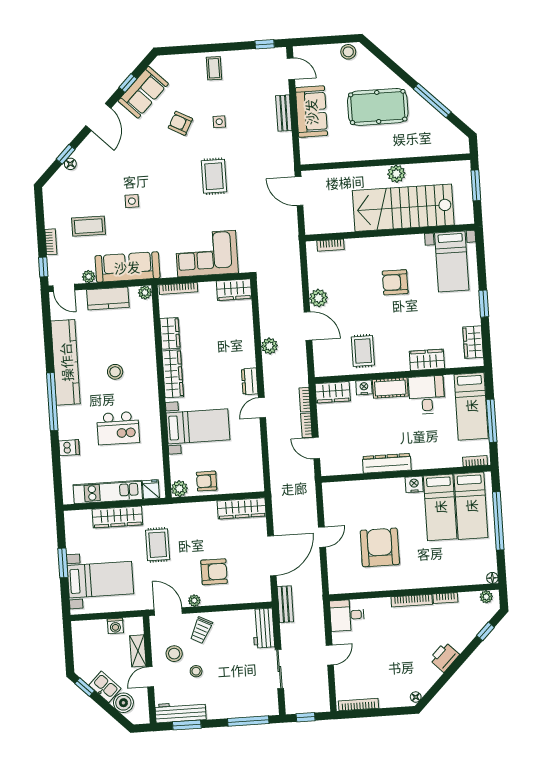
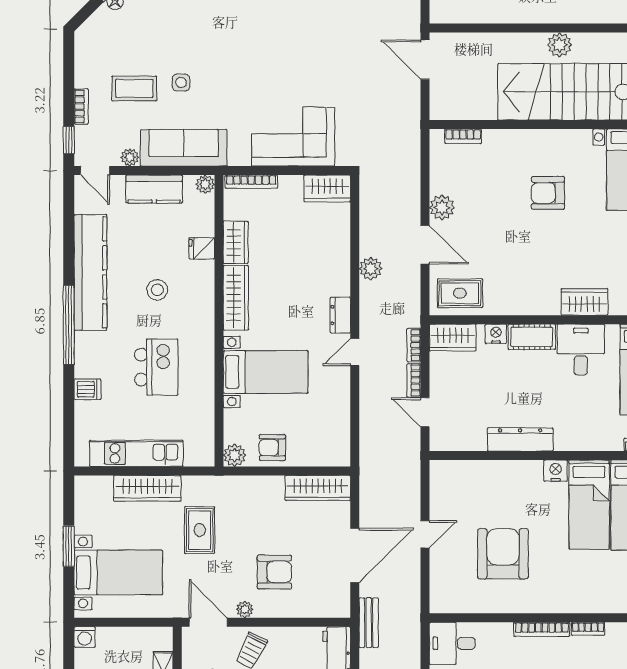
rug: (214, 176) -> (310, 32), removed
side table: (132, 201) -> (181, 82), moved
rug: (363, 351) -> (460, 293), moved, turned 90
kitchen island: (118, 428) -> (156, 367), turned -90
fridge: (151, 489) -> (202, 248), moved, turned -90
washing machine: (115, 626) -> (85, 637), moved

